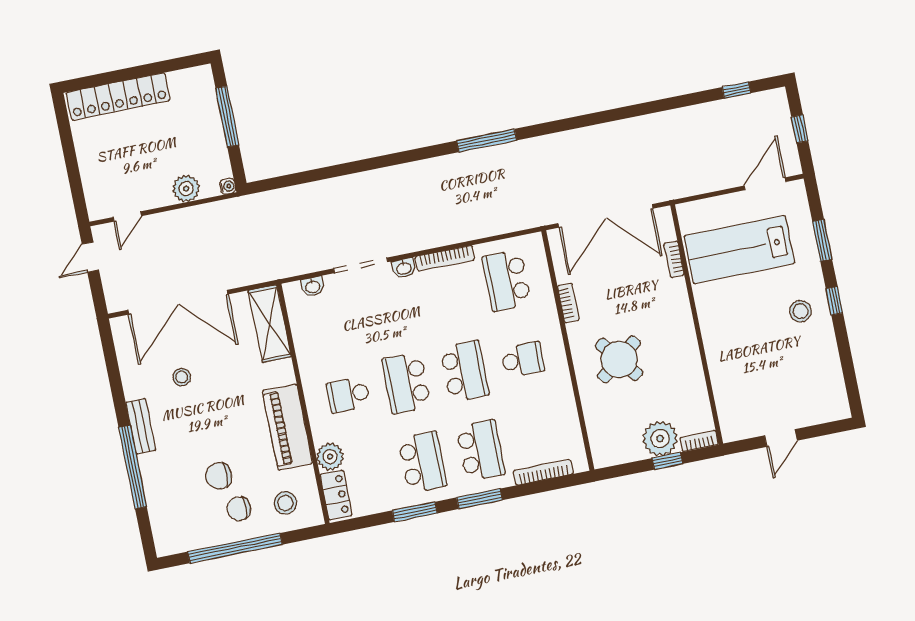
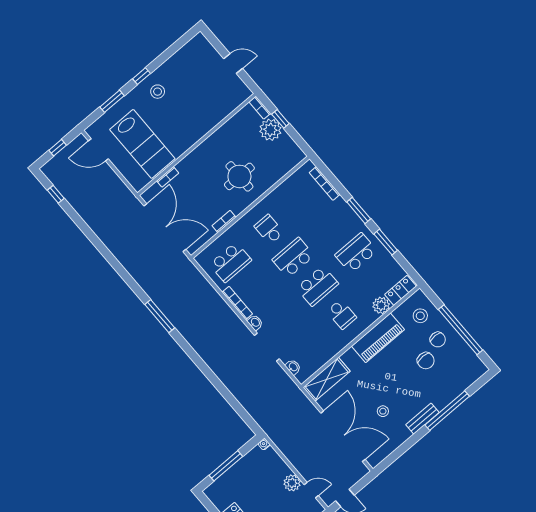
plant: (186, 189) -> (292, 483), moved
round table: (619, 359) -> (239, 176), turned 38
school desk: (480, 450) -> (332, 225), removed

